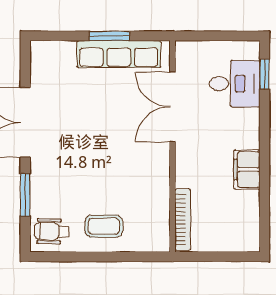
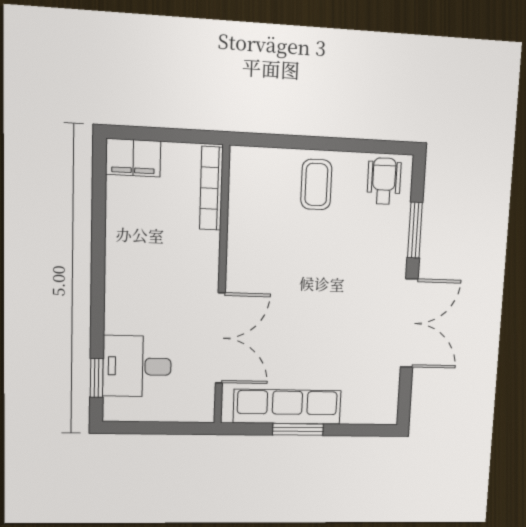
filing cabinet: (247, 170) -> (133, 158), moved, turned 90
coffee table: (104, 226) -> (316, 185), turned 90
wheelchair: (52, 231) -> (384, 181), turned -92

